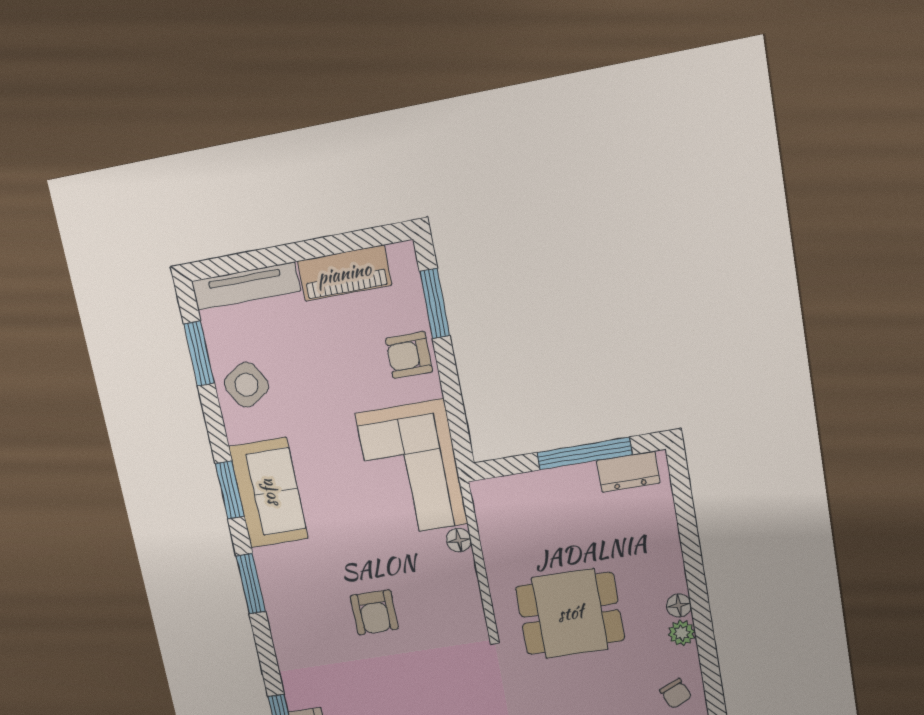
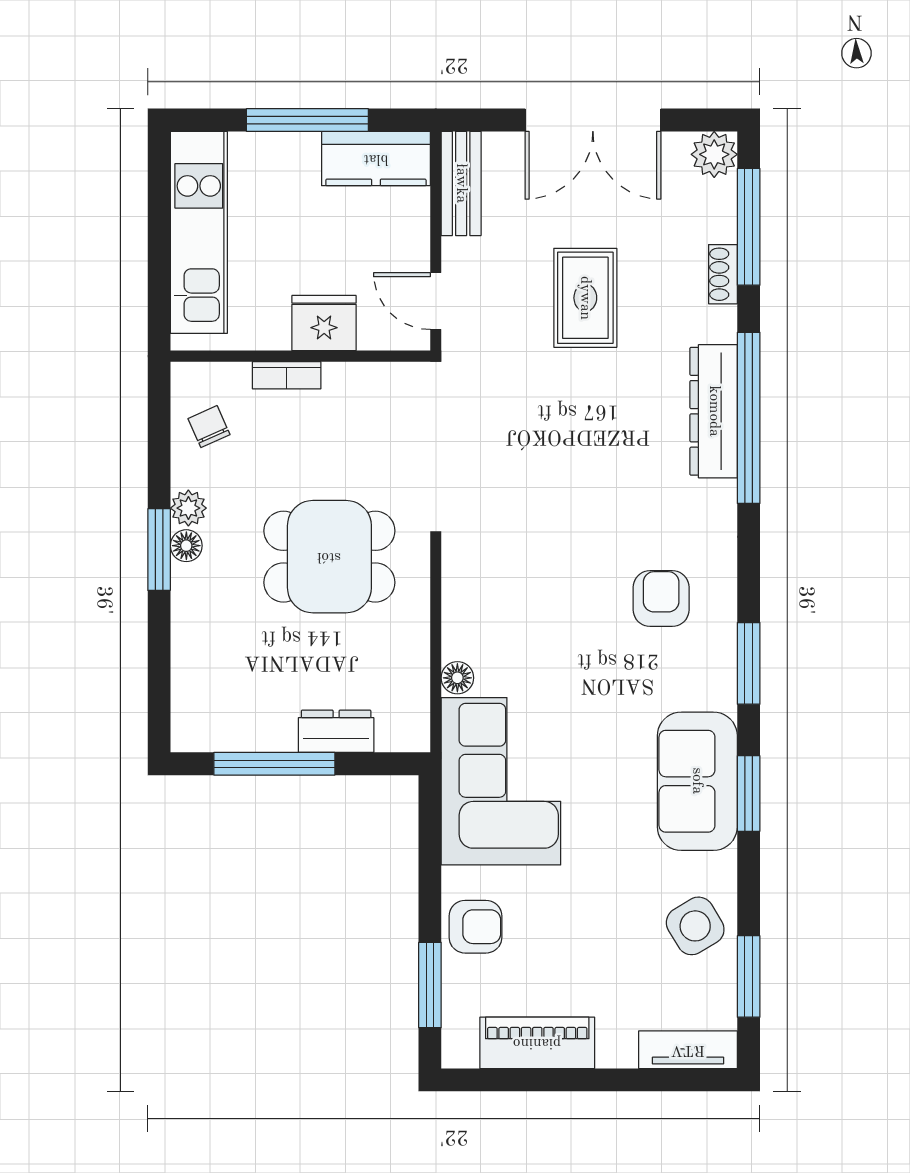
tv unit: (246, 286) -> (688, 1050), width x0.71
dresser: (628, 472) -> (336, 731), moved
window: (699, 599) -> (159, 550), added
armchair: (374, 612) -> (661, 599), moved

